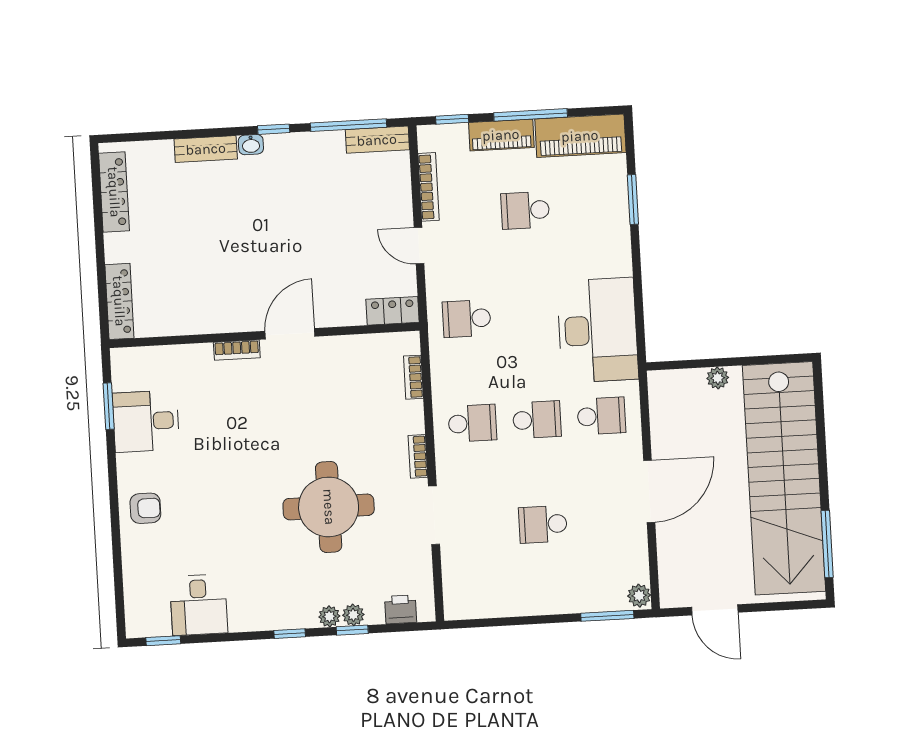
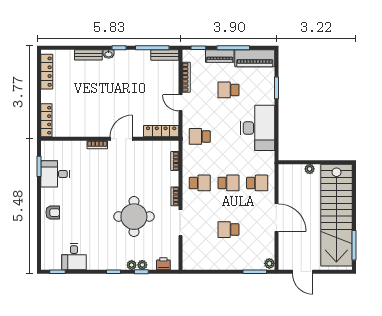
locker: (393, 311) -> (161, 131), width x1.53
desk: (598, 330) -> (258, 128), moved
door: (649, 491) -> (276, 218), hinge flipped

